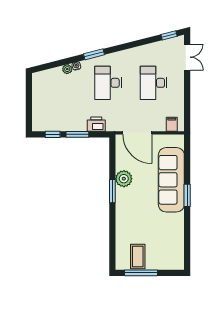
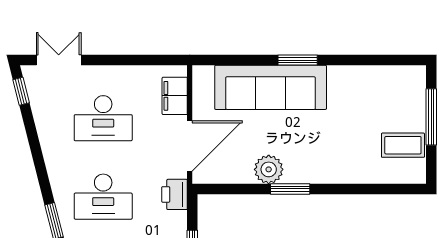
printer: (96, 124) -> (175, 194), moved
filing cabinet: (172, 124) -> (175, 96), width x2.00
window: (141, 273) -> (431, 117), moved

